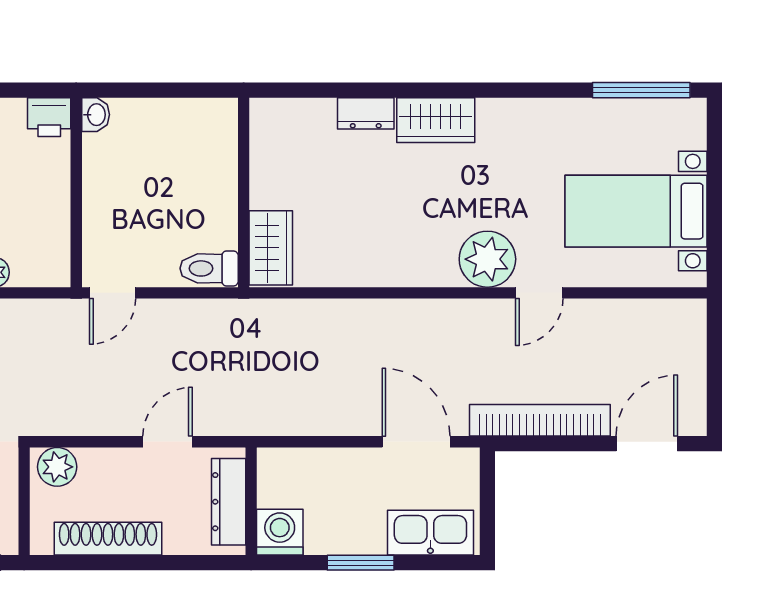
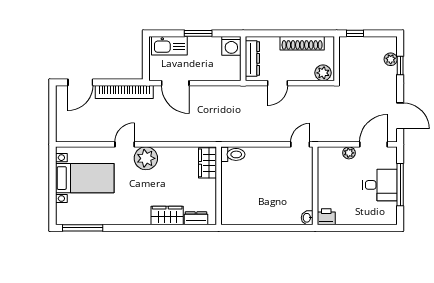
wall: (244, 192) -> (219, 186), moved
wardrobe: (271, 248) -> (207, 163), moved
toilet: (209, 268) -> (233, 154), moved

